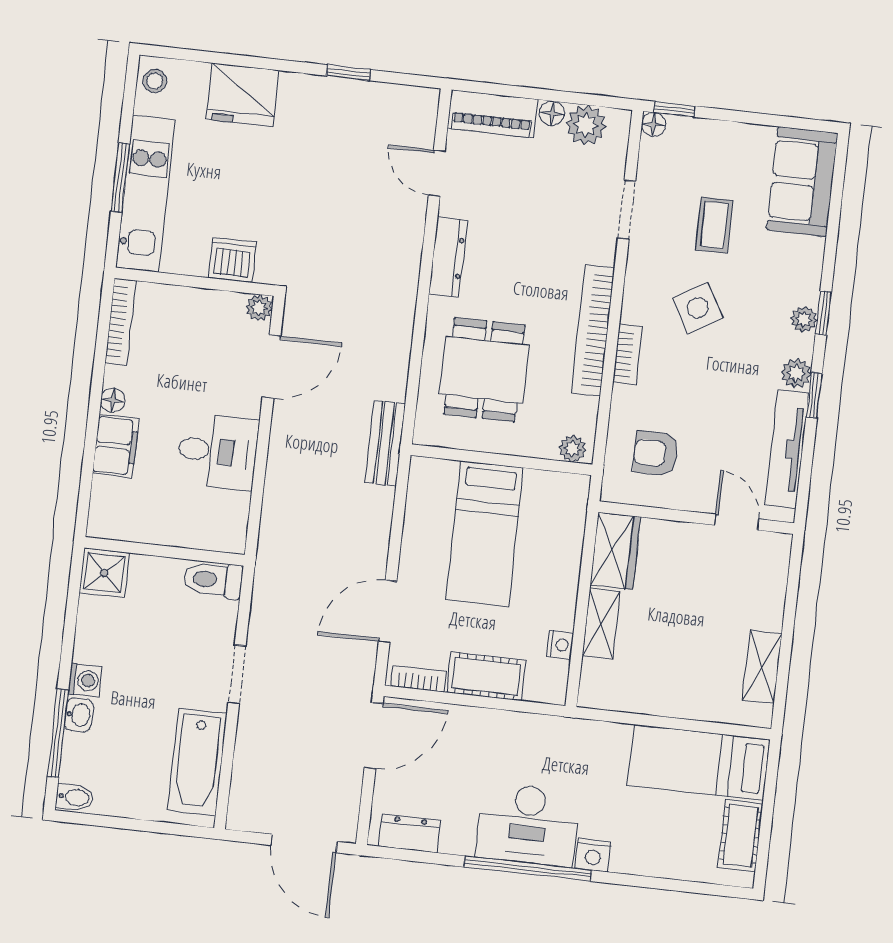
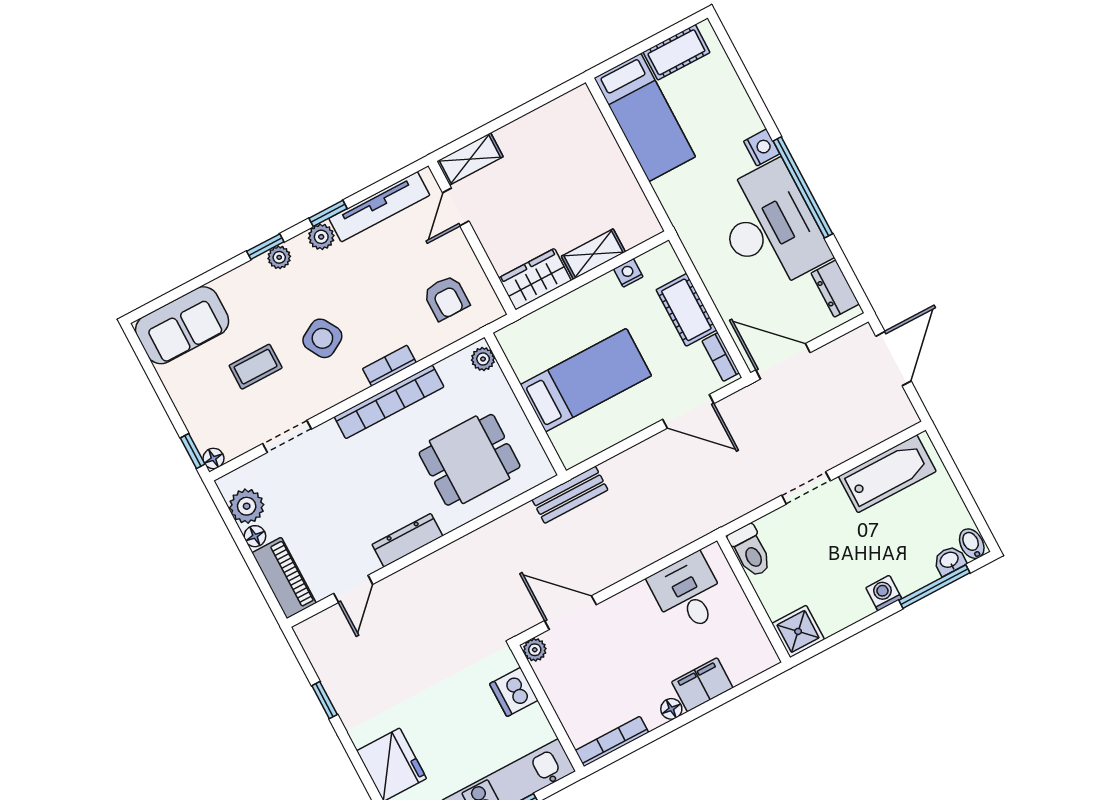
desk: (218, 451) -> (688, 593), moved
shelving: (762, 667) -> (470, 159), moved
washbasin: (79, 715) -> (949, 560), moved
desk: (528, 825) -> (770, 227), width x1.36, depth x1.30

